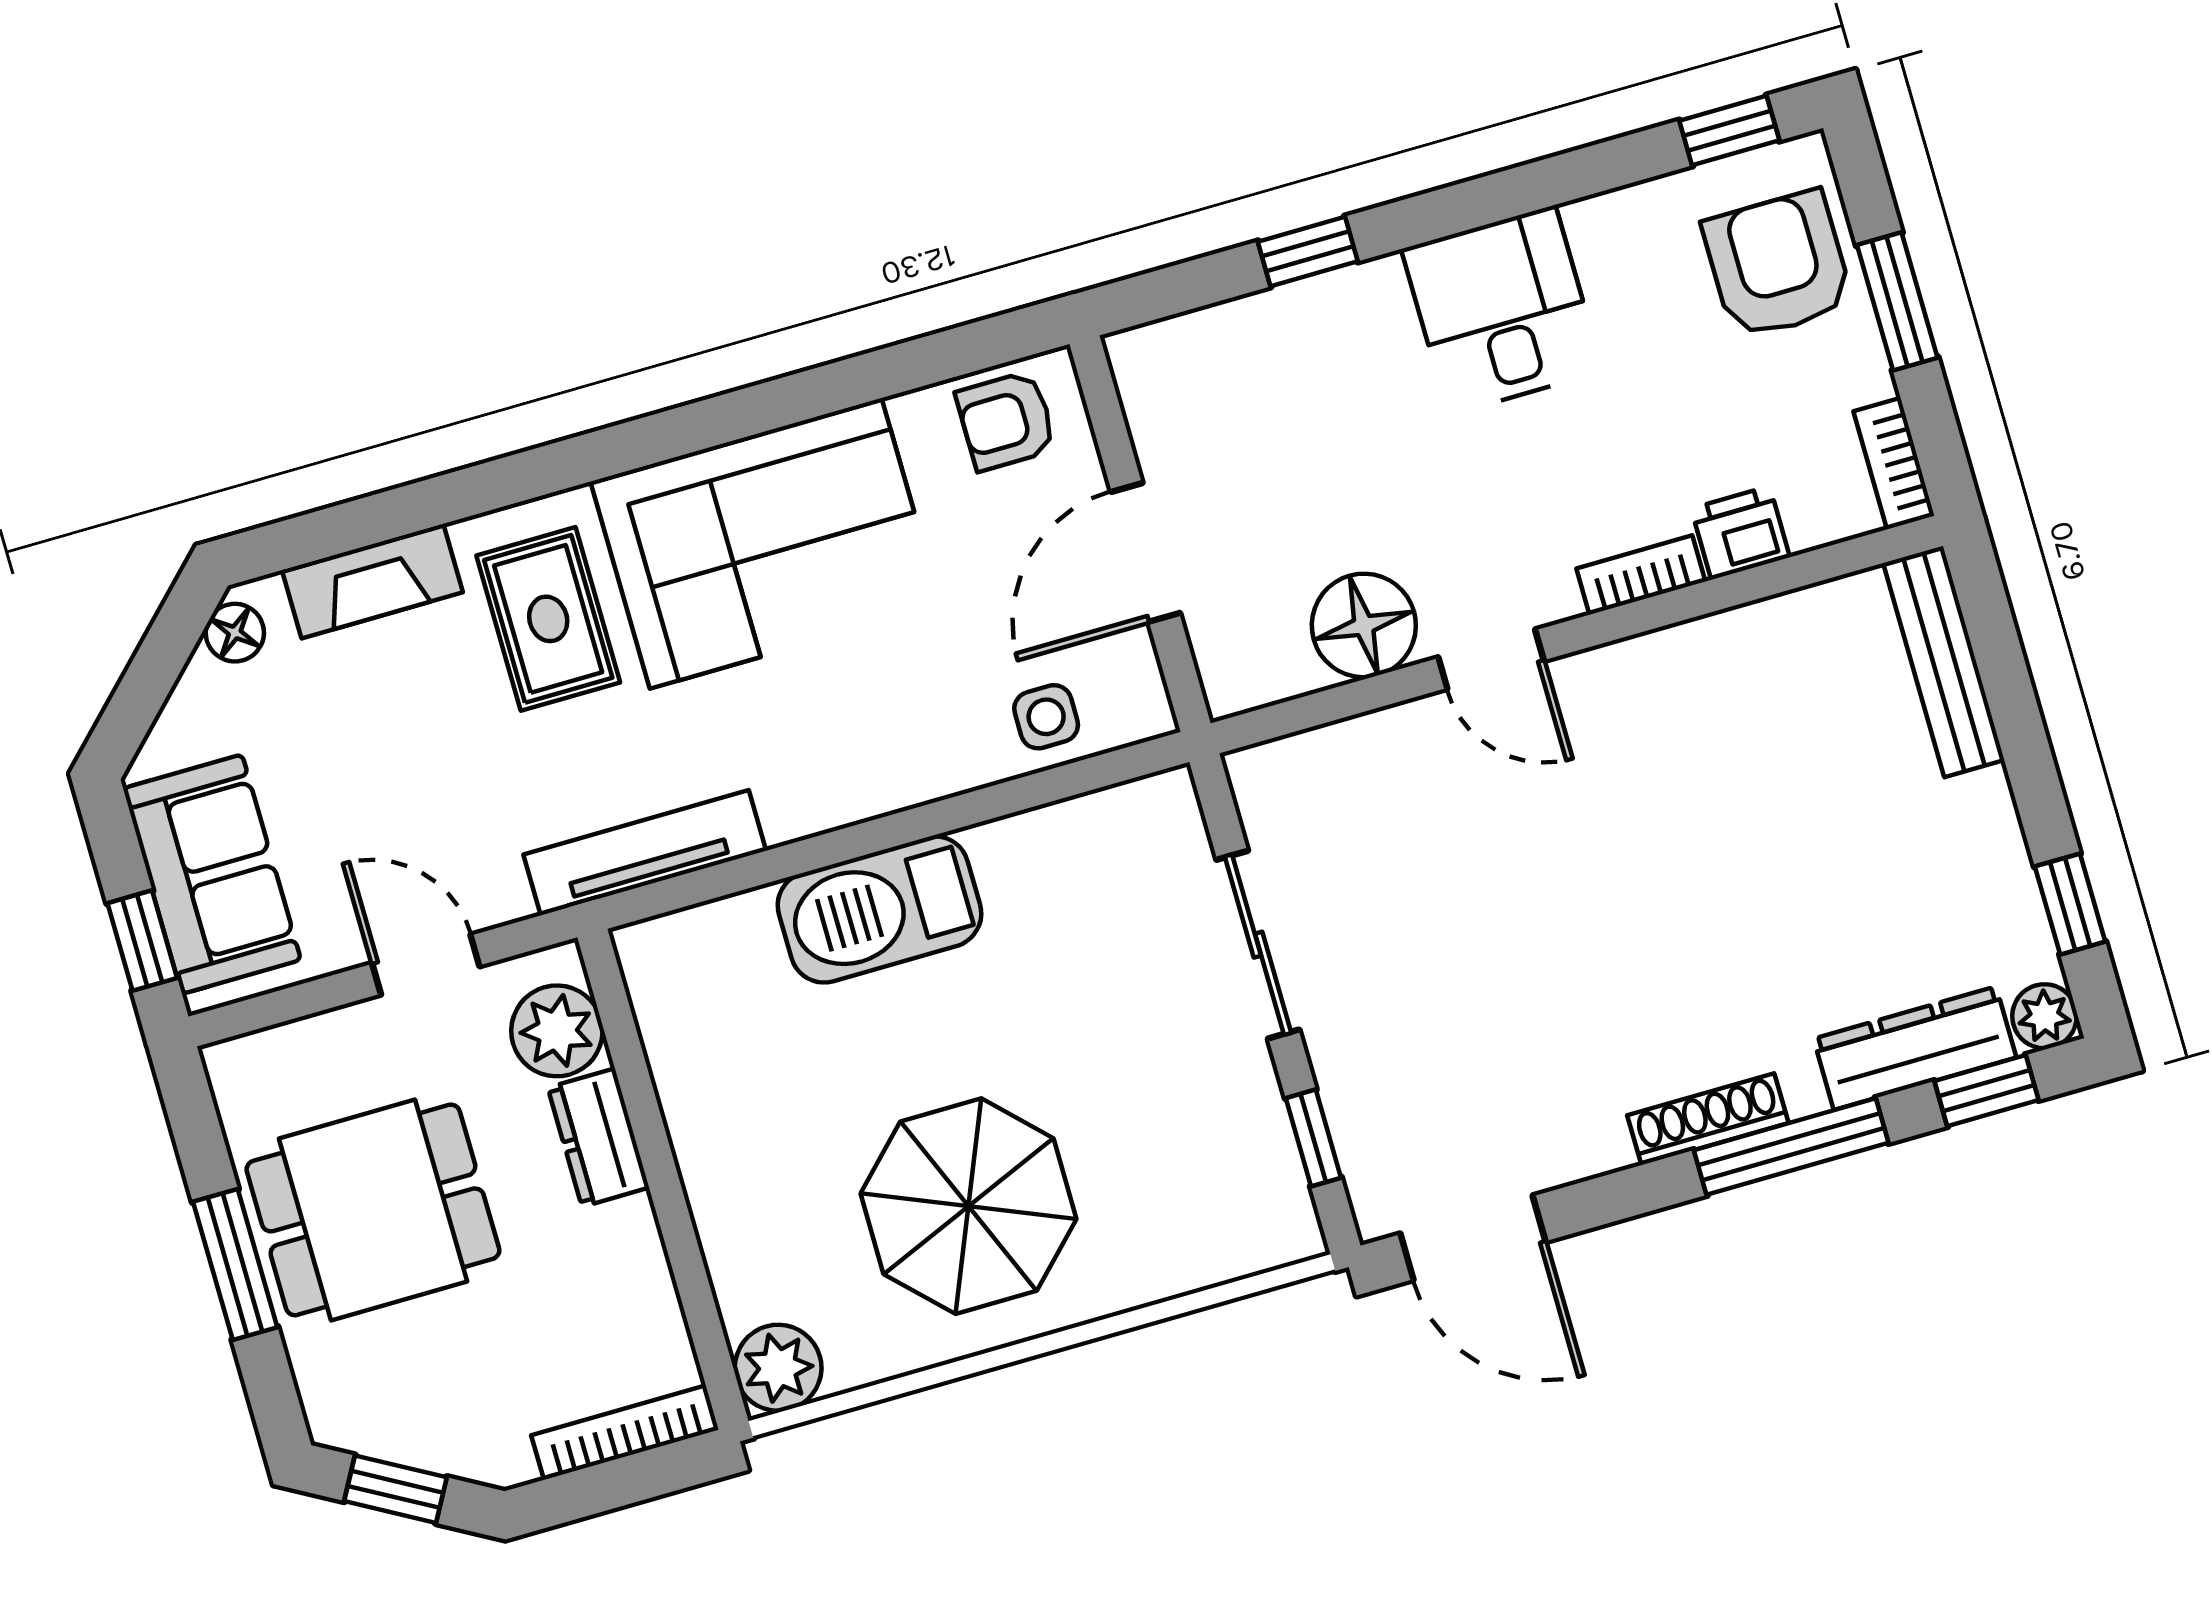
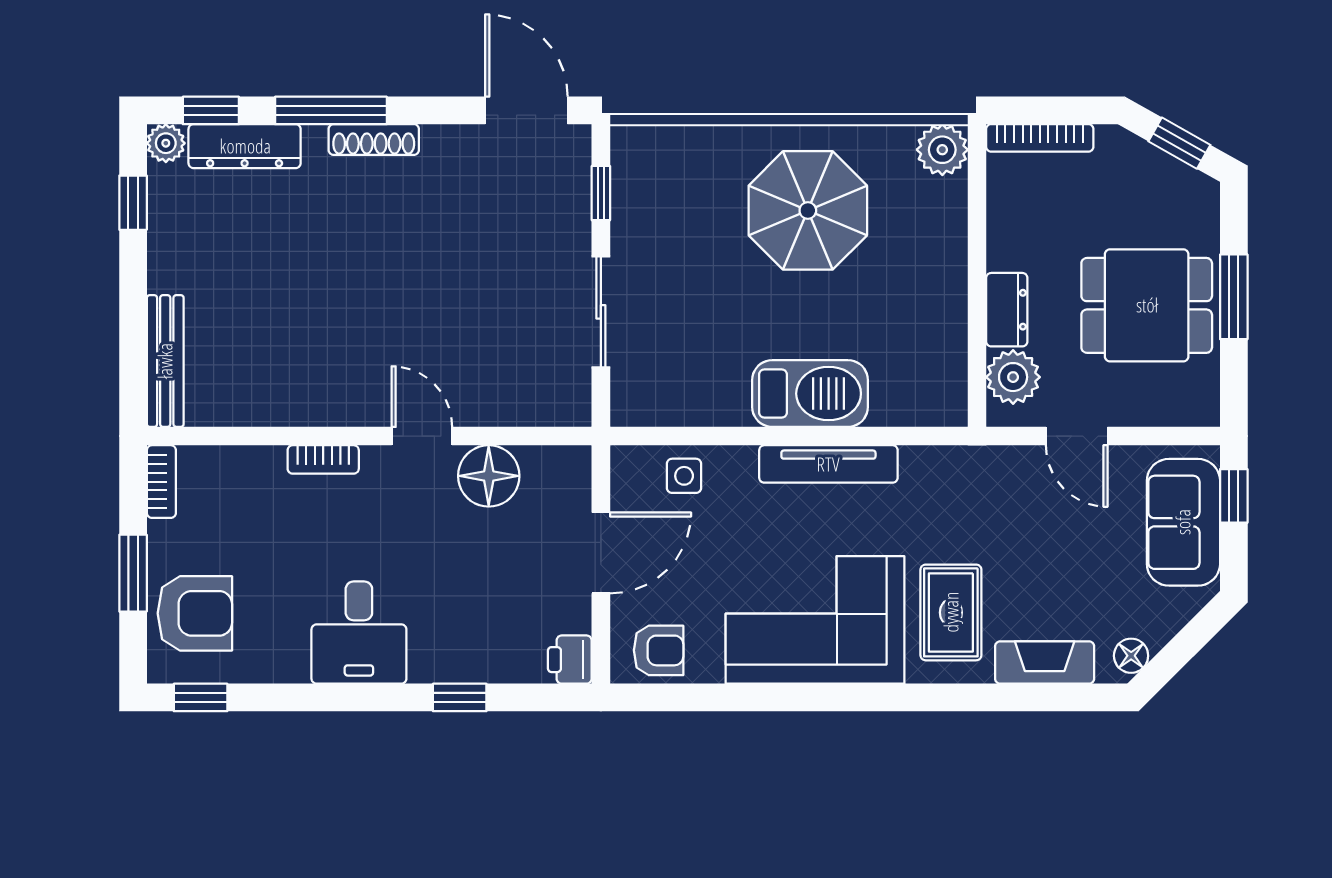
armchair: (1778, 265) -> (195, 613), turned -90
printer: (1740, 533) -> (570, 660), moved, turned 90
tv unit: (645, 853) -> (828, 464), moved

